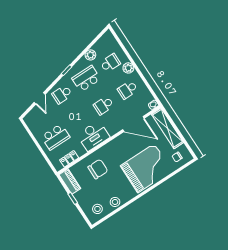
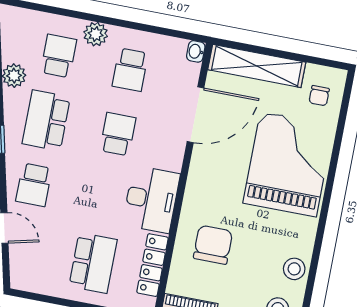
school desk: (104, 105) -> (118, 134), turned 180
locker: (69, 159) -> (152, 265), width x1.53

